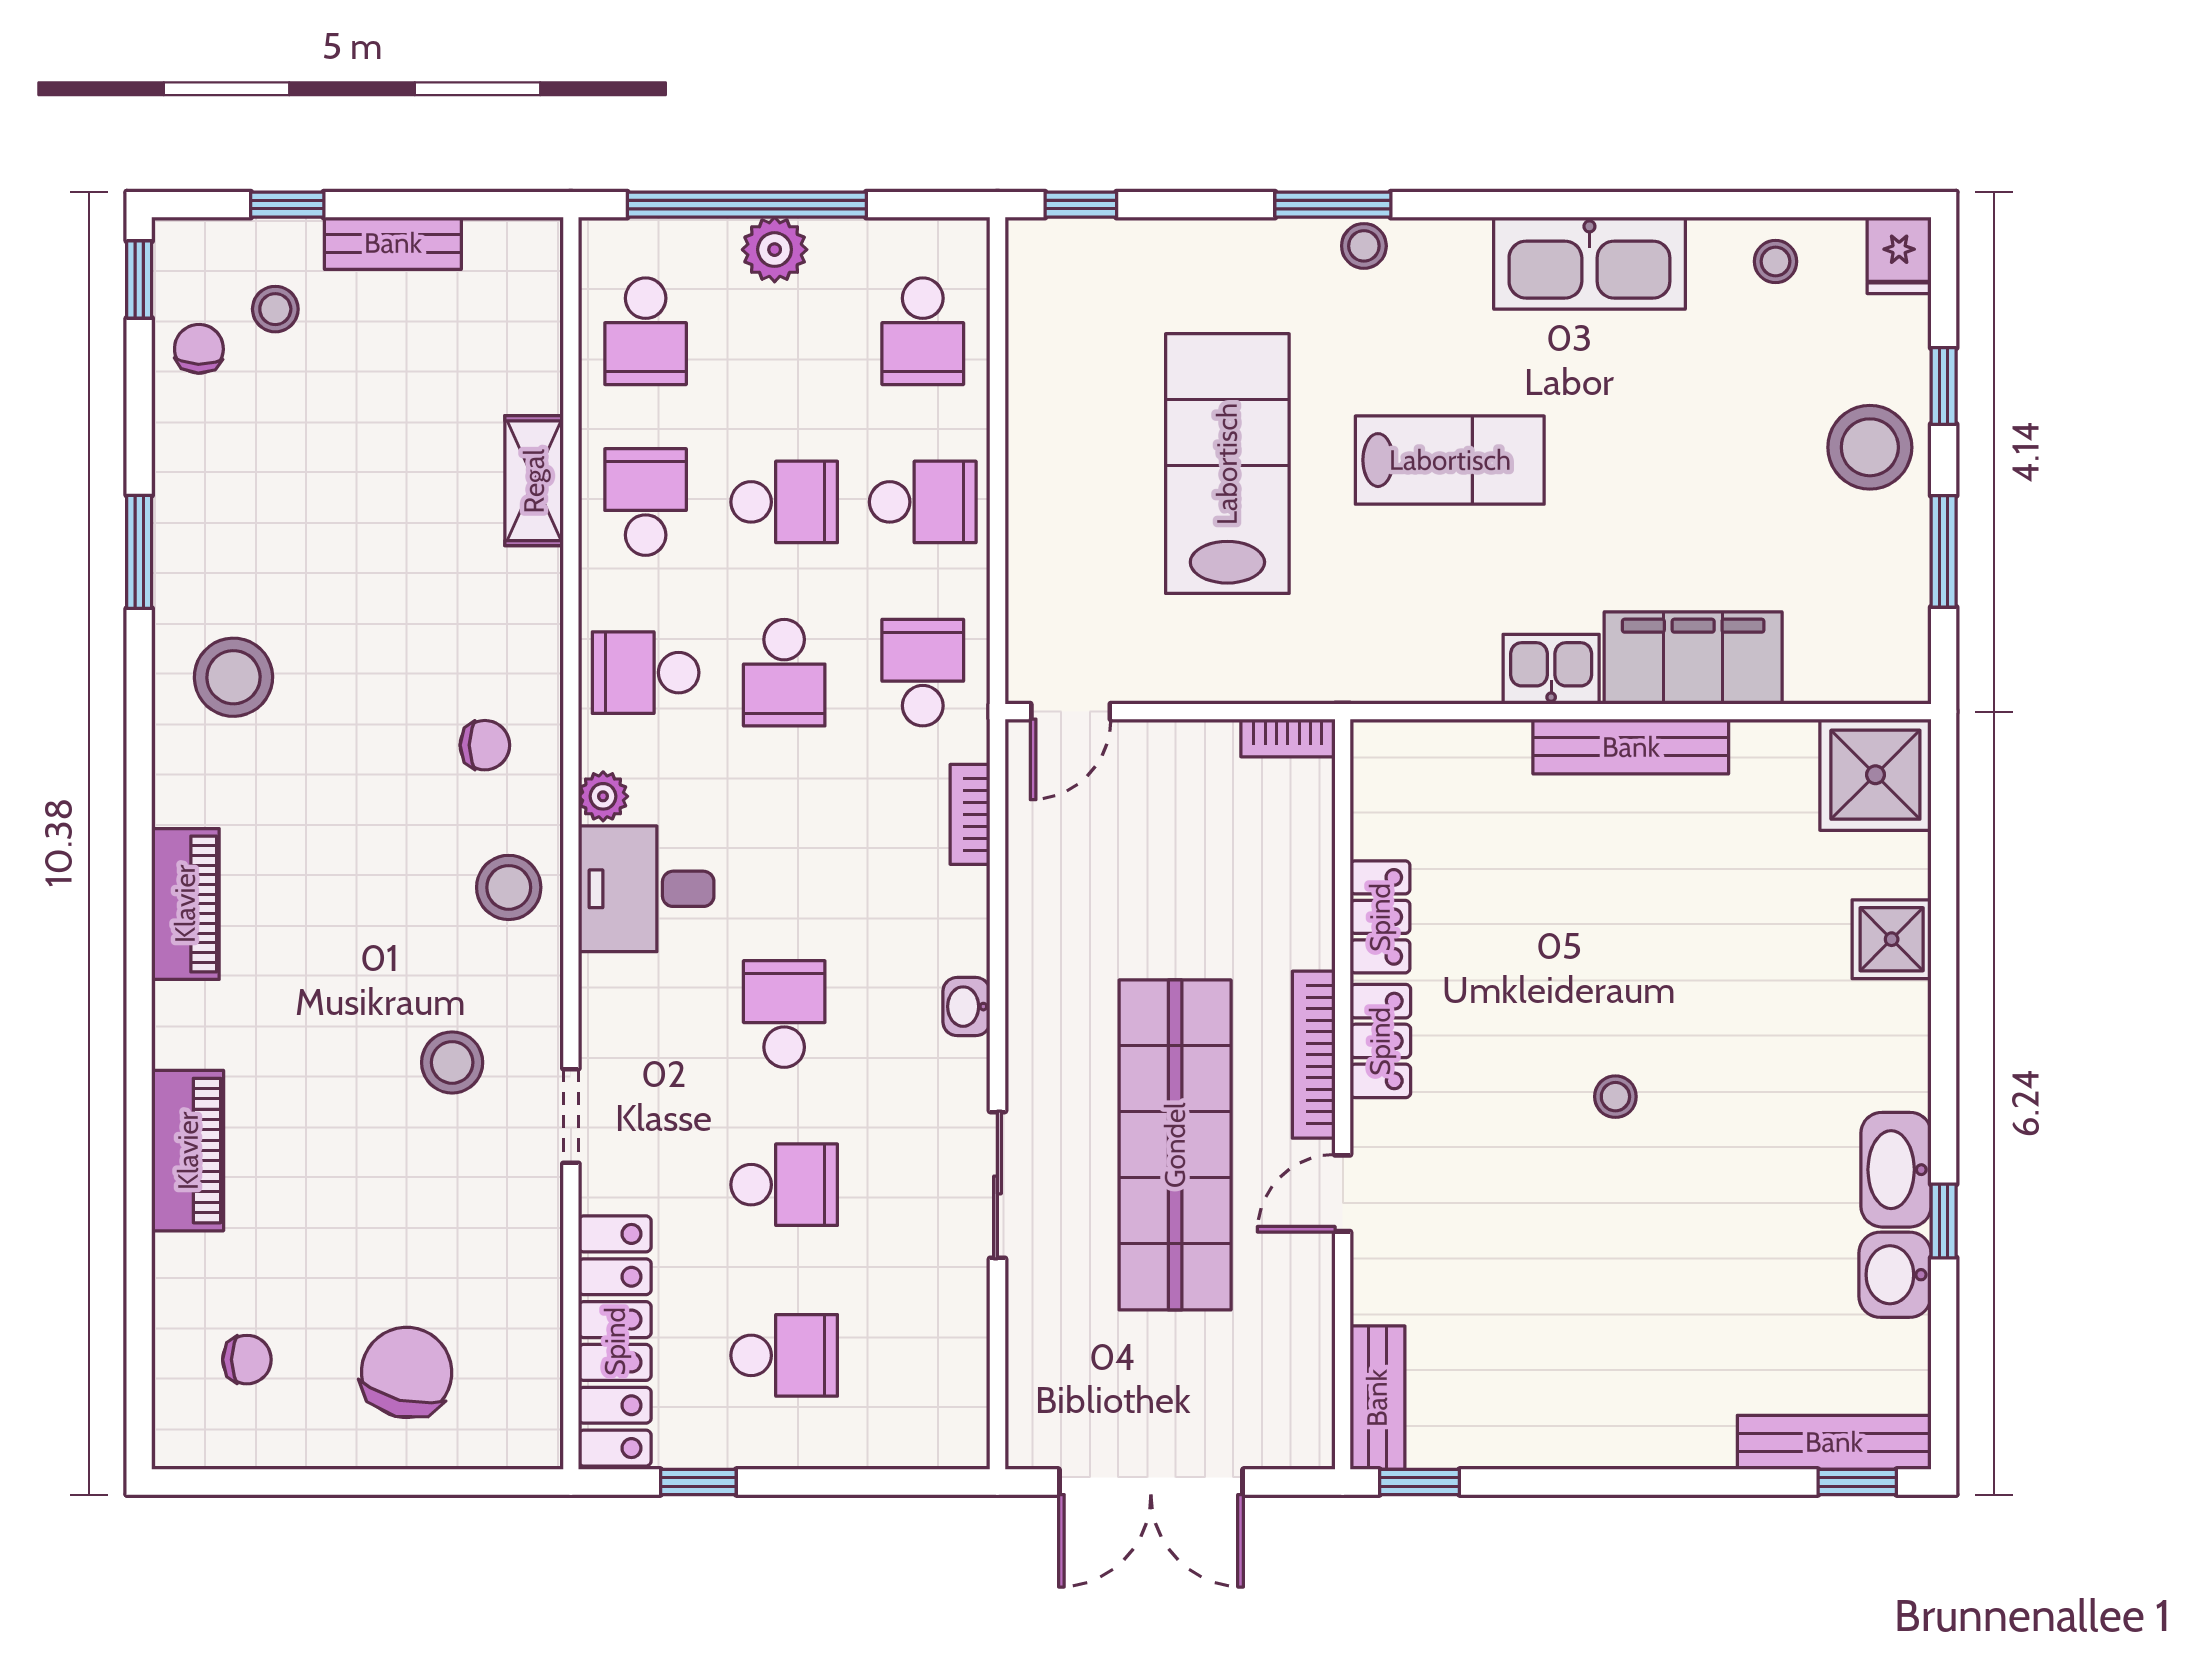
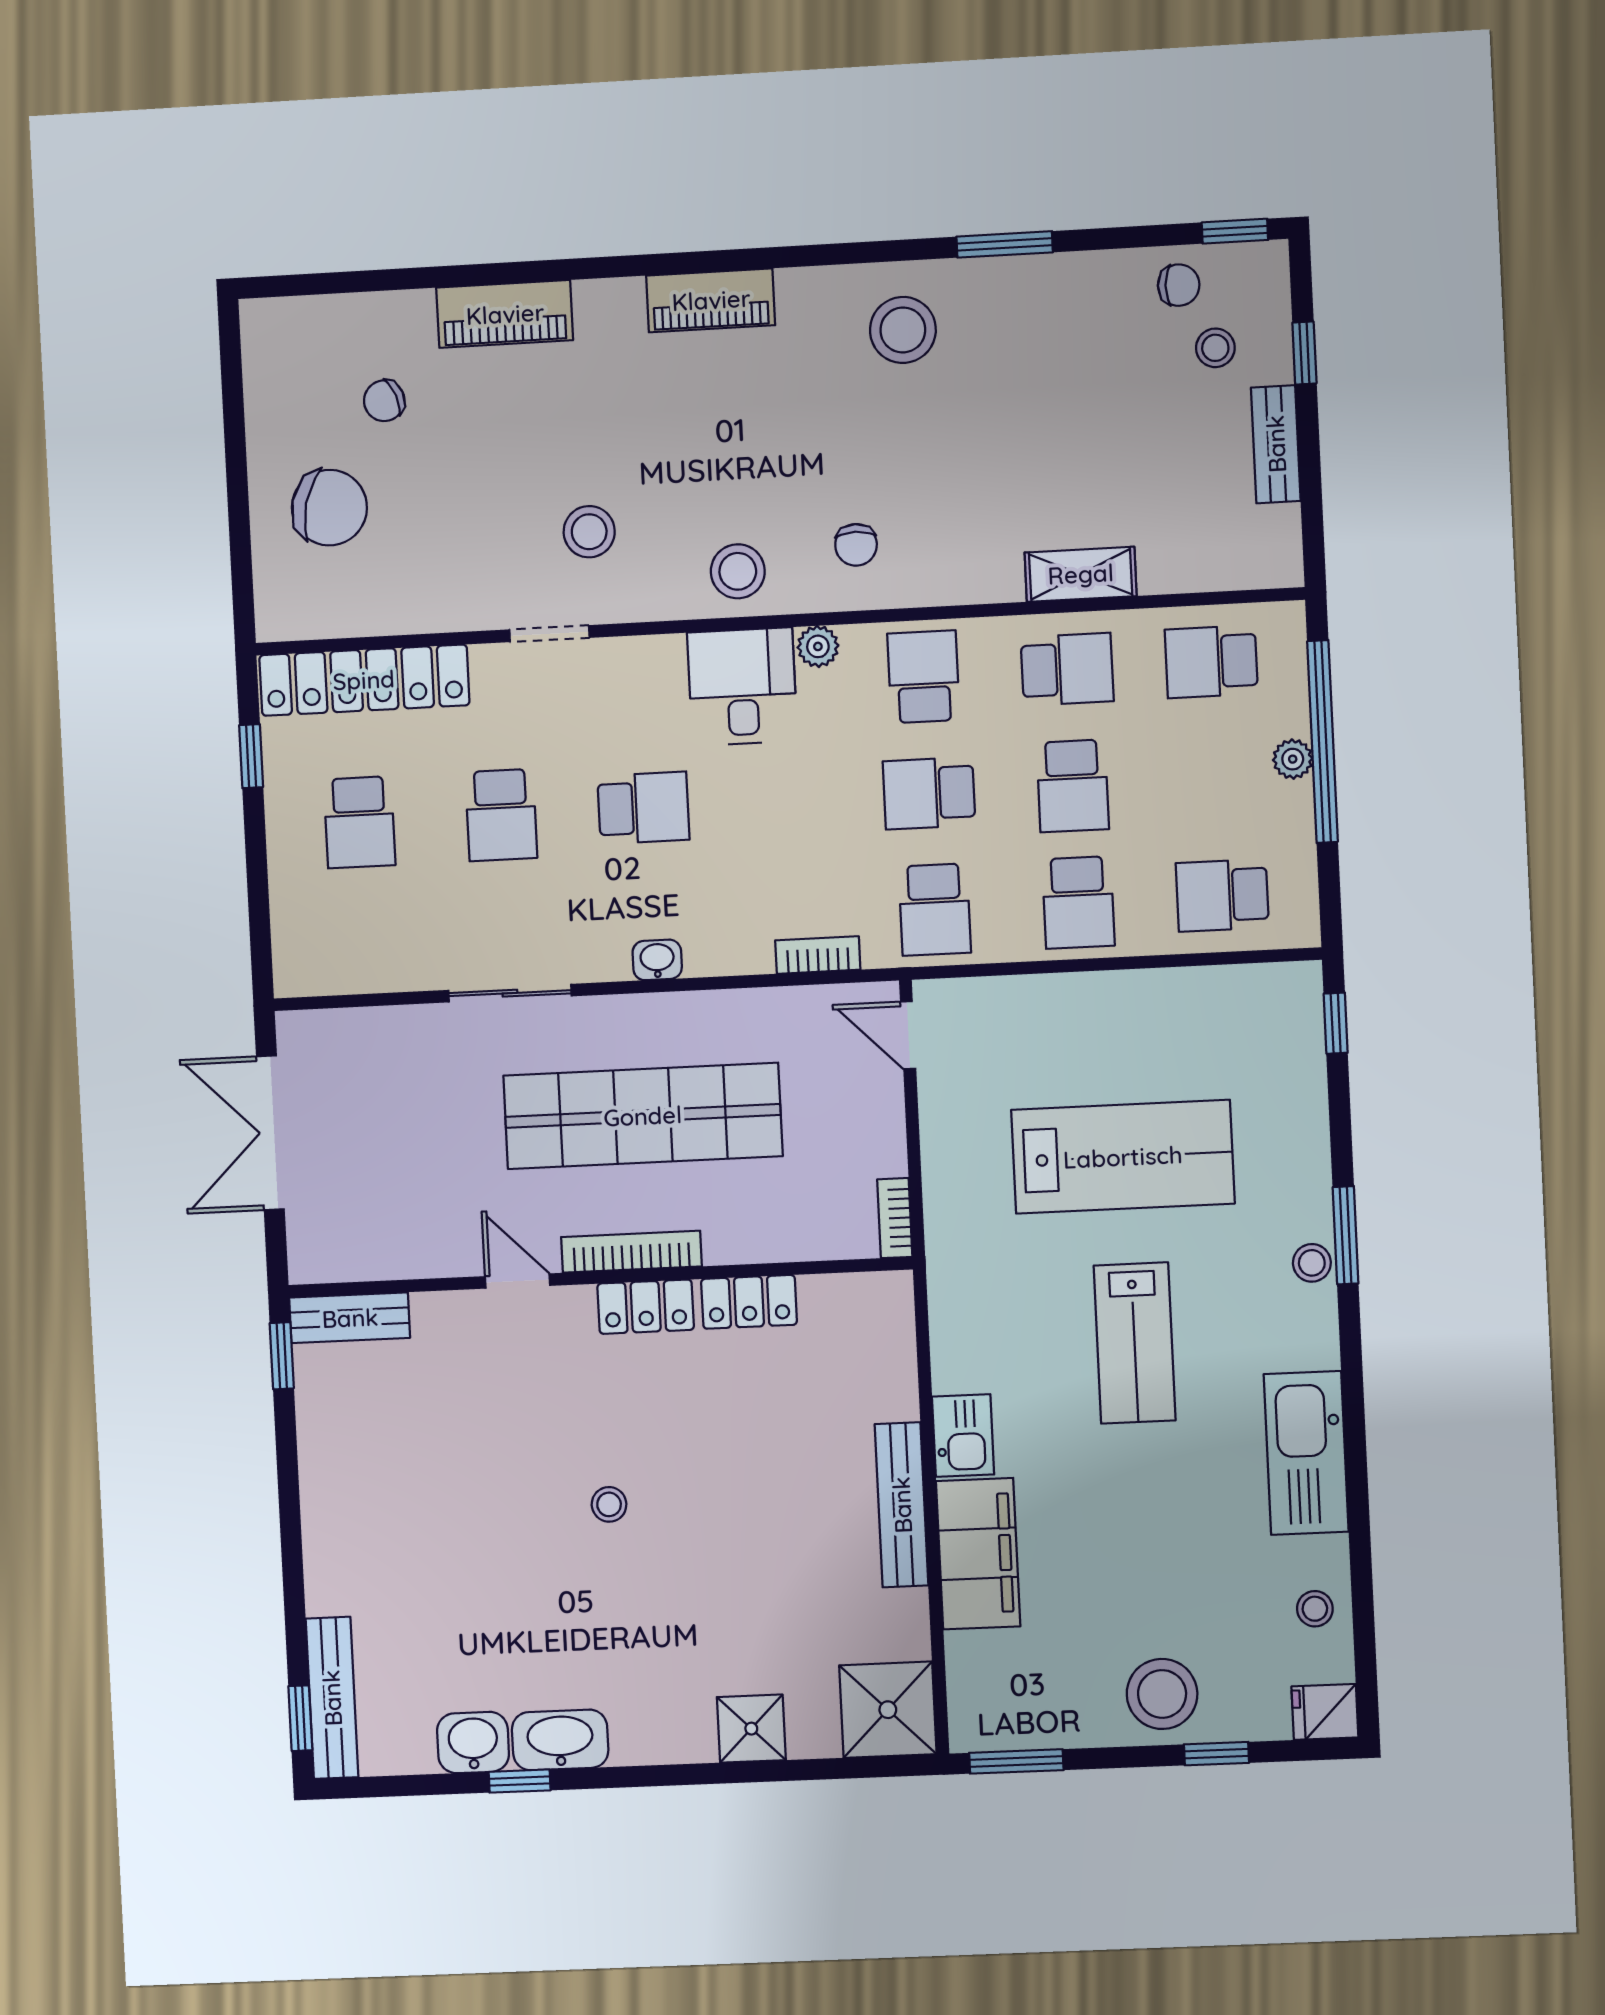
plant: (775, 250) -> (1293, 759), width x0.73, depth x0.73
window: (1944, 551) -> (1016, 1761), moved
school desk: (923, 673) -> (935, 910), turned 90
shop shelf: (1175, 1145) -> (643, 1116), moved
chair: (247, 1360) -> (384, 401), moved, turned 69

